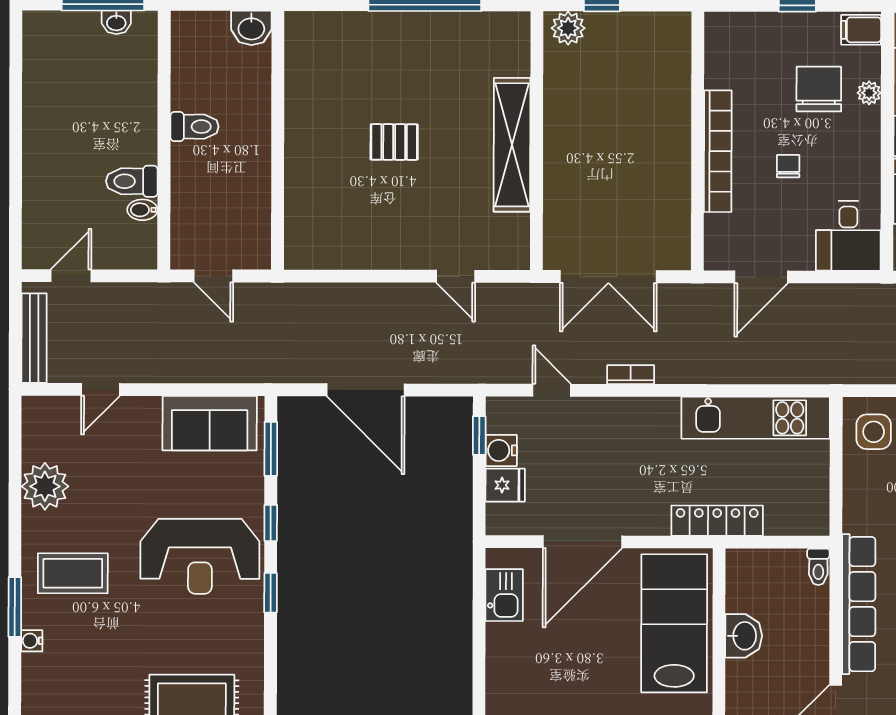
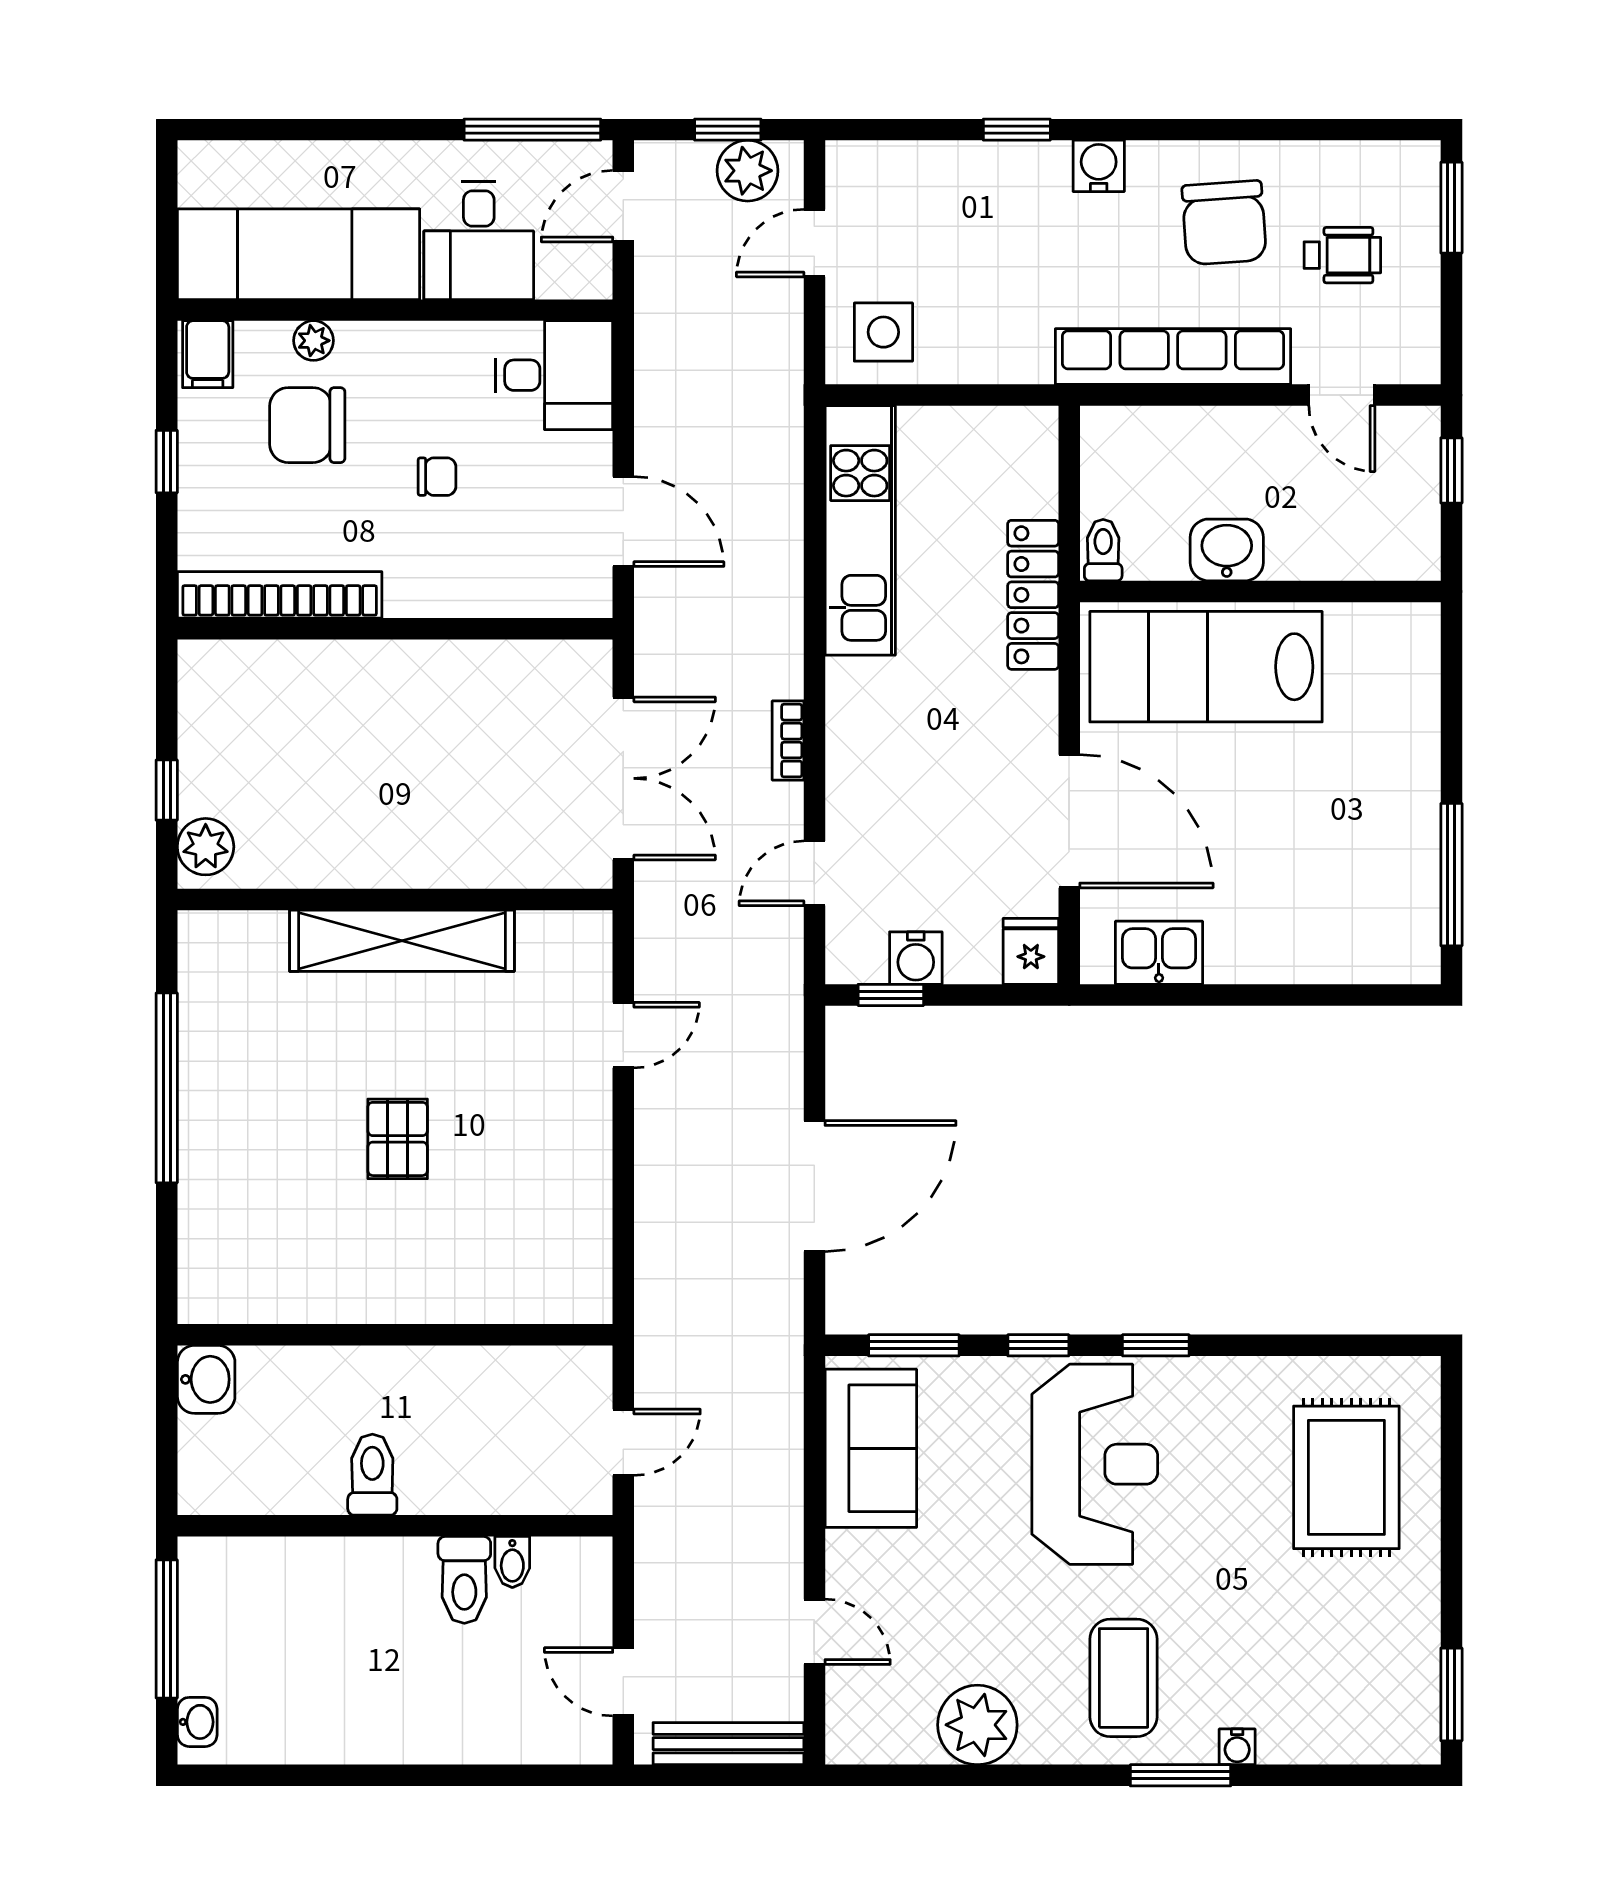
washbasin: (116, 22) -> (197, 1722), moved
bookcase: (718, 151) -> (280, 595), moved
chair: (788, 166) -> (437, 477), turned 180
fridge: (505, 485) -> (1031, 951), moved
toilet: (818, 567) -> (1103, 550), moved, turned -90

